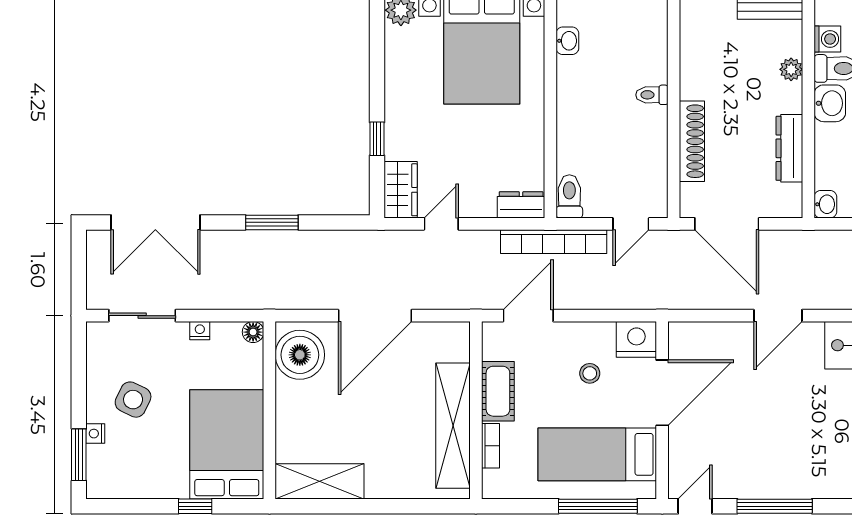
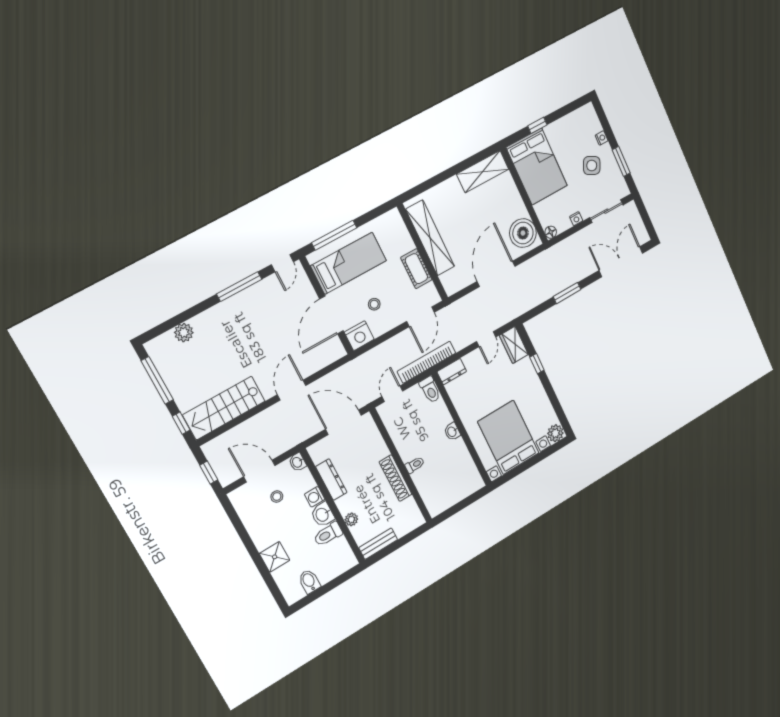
washing machine: (827, 39) -> (315, 497), moved
washbasin: (567, 41) -> (452, 432), moved
shoe rack: (692, 141) -> (396, 478), moved
bookcase: (491, 446) -> (406, 238), removed
window: (79, 455) -> (621, 161), moved

